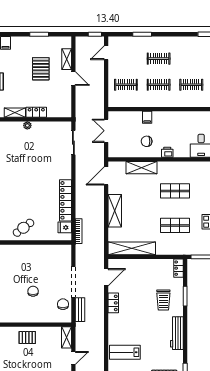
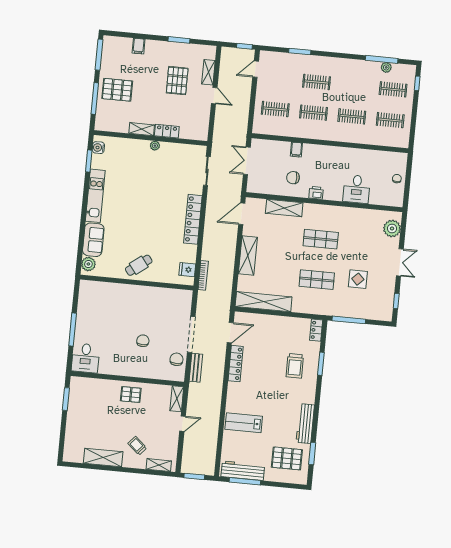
locker: (65, 200) -> (193, 219), moved
locker: (113, 303) -> (236, 364), width x1.53
workbench: (177, 333) -> (305, 424), moved

